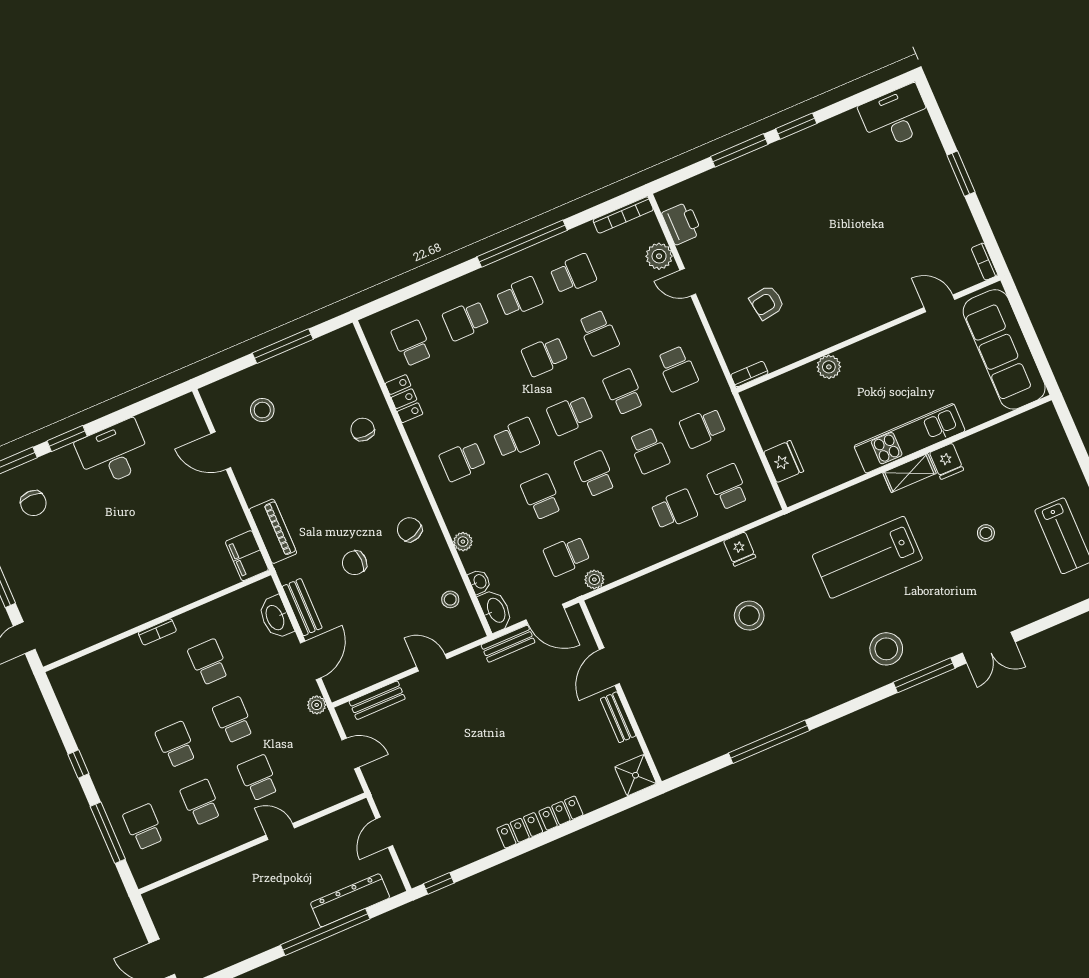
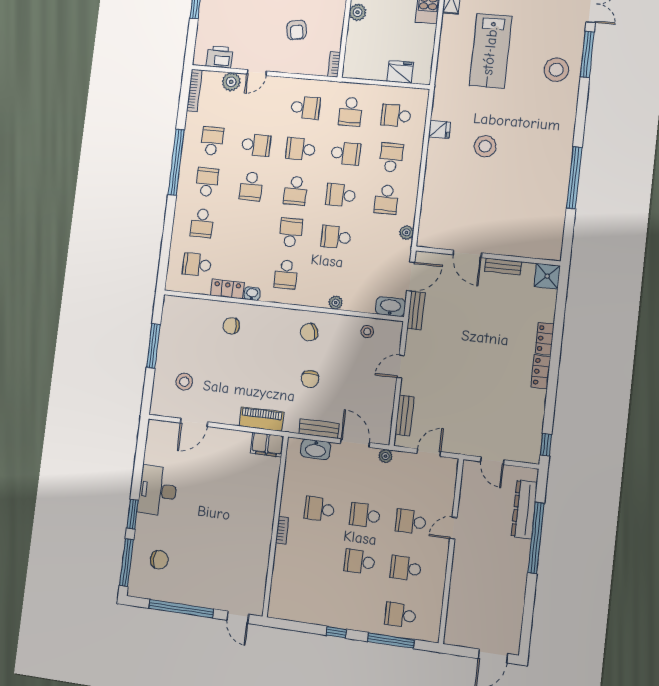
school desk: (567, 556) -> (386, 200), moved
washbasin: (480, 582) -> (252, 294), moved

